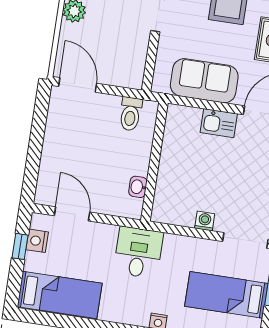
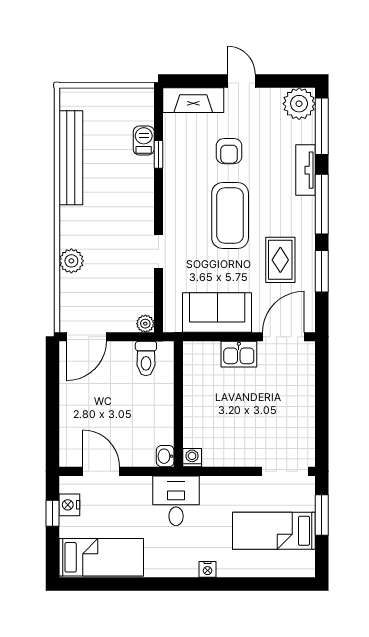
plant: (135, 81) -> (145, 324), added
door: (78, 85) -> (87, 337), swing flipped
washbasin: (138, 187) -> (165, 456), moved
washing machine: (205, 221) -> (192, 458), moved

